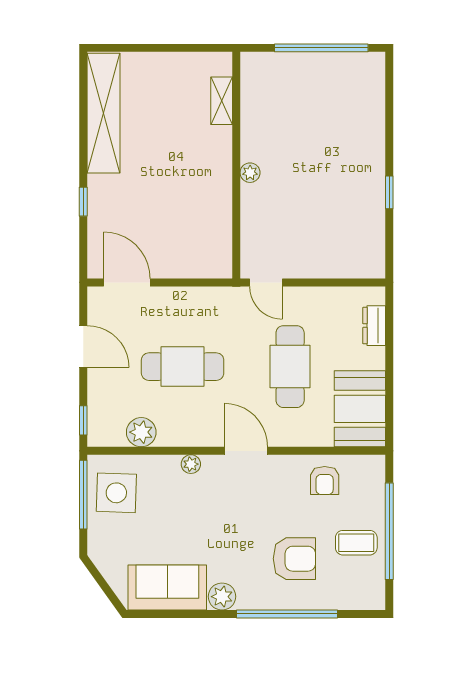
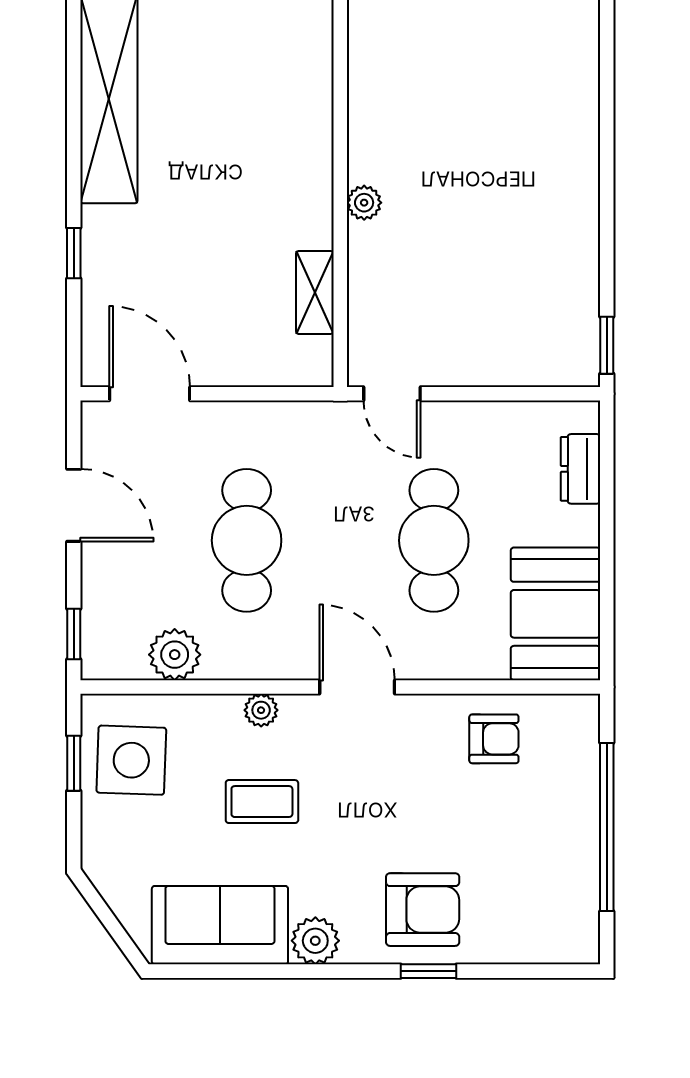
shelving: (222, 101) -> (315, 292), moved
window: (389, 192) -> (607, 345), moved
cafe table: (183, 367) -> (247, 540), turned 90
armchair: (325, 481) -> (494, 739), turned -90
window: (83, 495) -> (74, 763), width x0.46
coffee table: (356, 543) -> (262, 802), moved
armchair: (294, 559) -> (423, 910), moved
window: (287, 614) -> (428, 971), width x0.32

